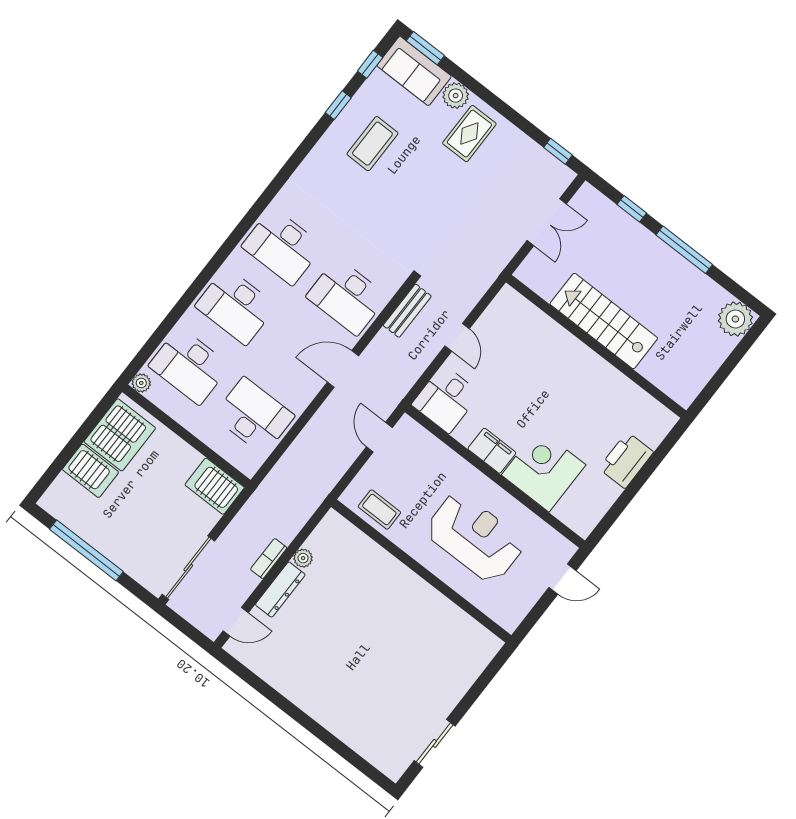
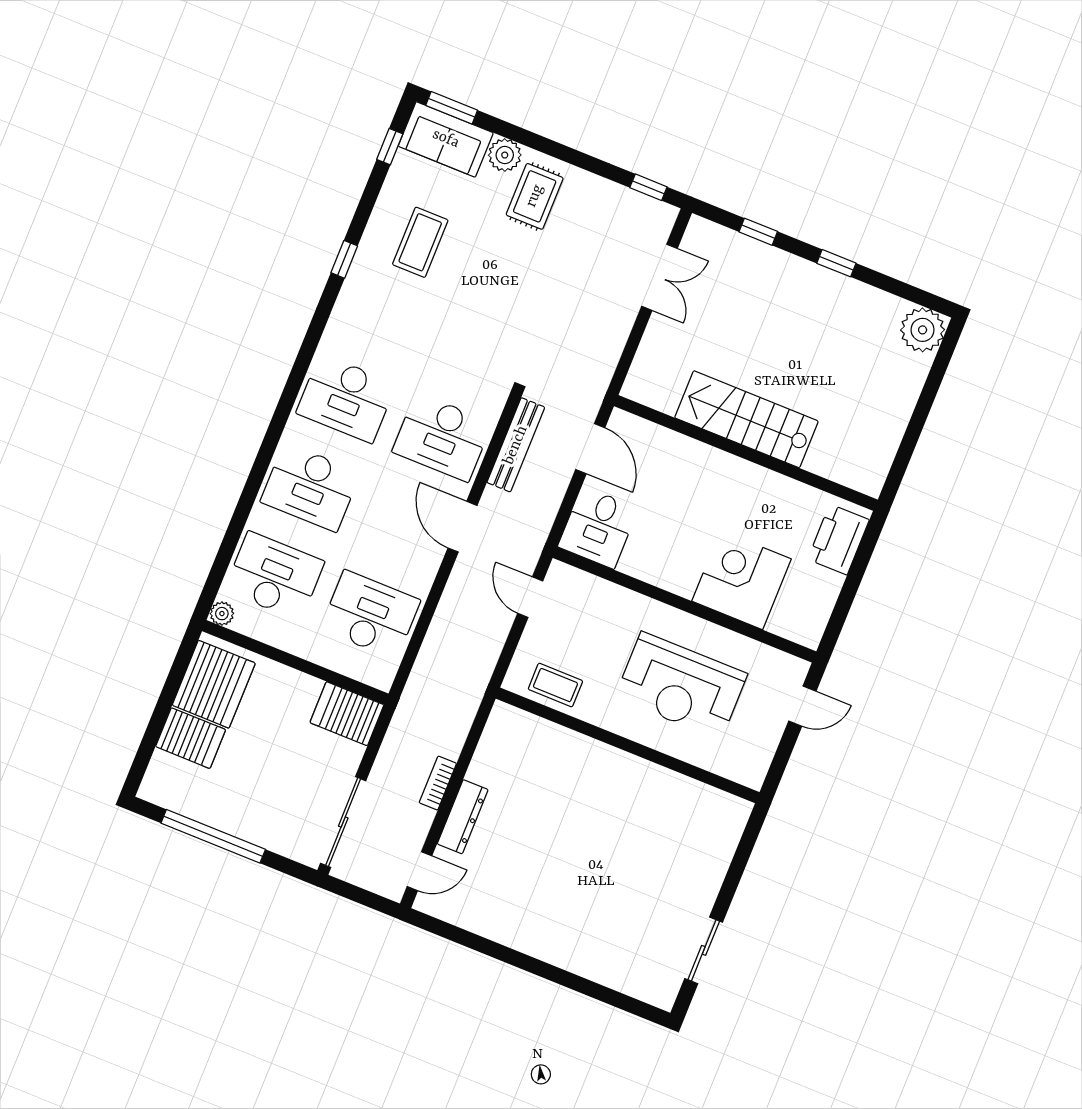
window: (338, 105) -> (344, 259), moved
window: (684, 250) -> (836, 263), width x0.46
bench: (407, 311) -> (516, 445), width x1.36
stairs: (604, 321) -> (746, 419), moved
door: (457, 337) -> (590, 449), width x1.38
wall: (596, 346) -> (746, 453), moved
desk: (189, 366) -> (274, 576), turned 180
door: (343, 369) -> (462, 527), hinge flipped
filing cabinet: (492, 451) -> (672, 575), removed
reception desk: (475, 537) -> (681, 686), turned 180
plant: (303, 558) -> (479, 771), removed

